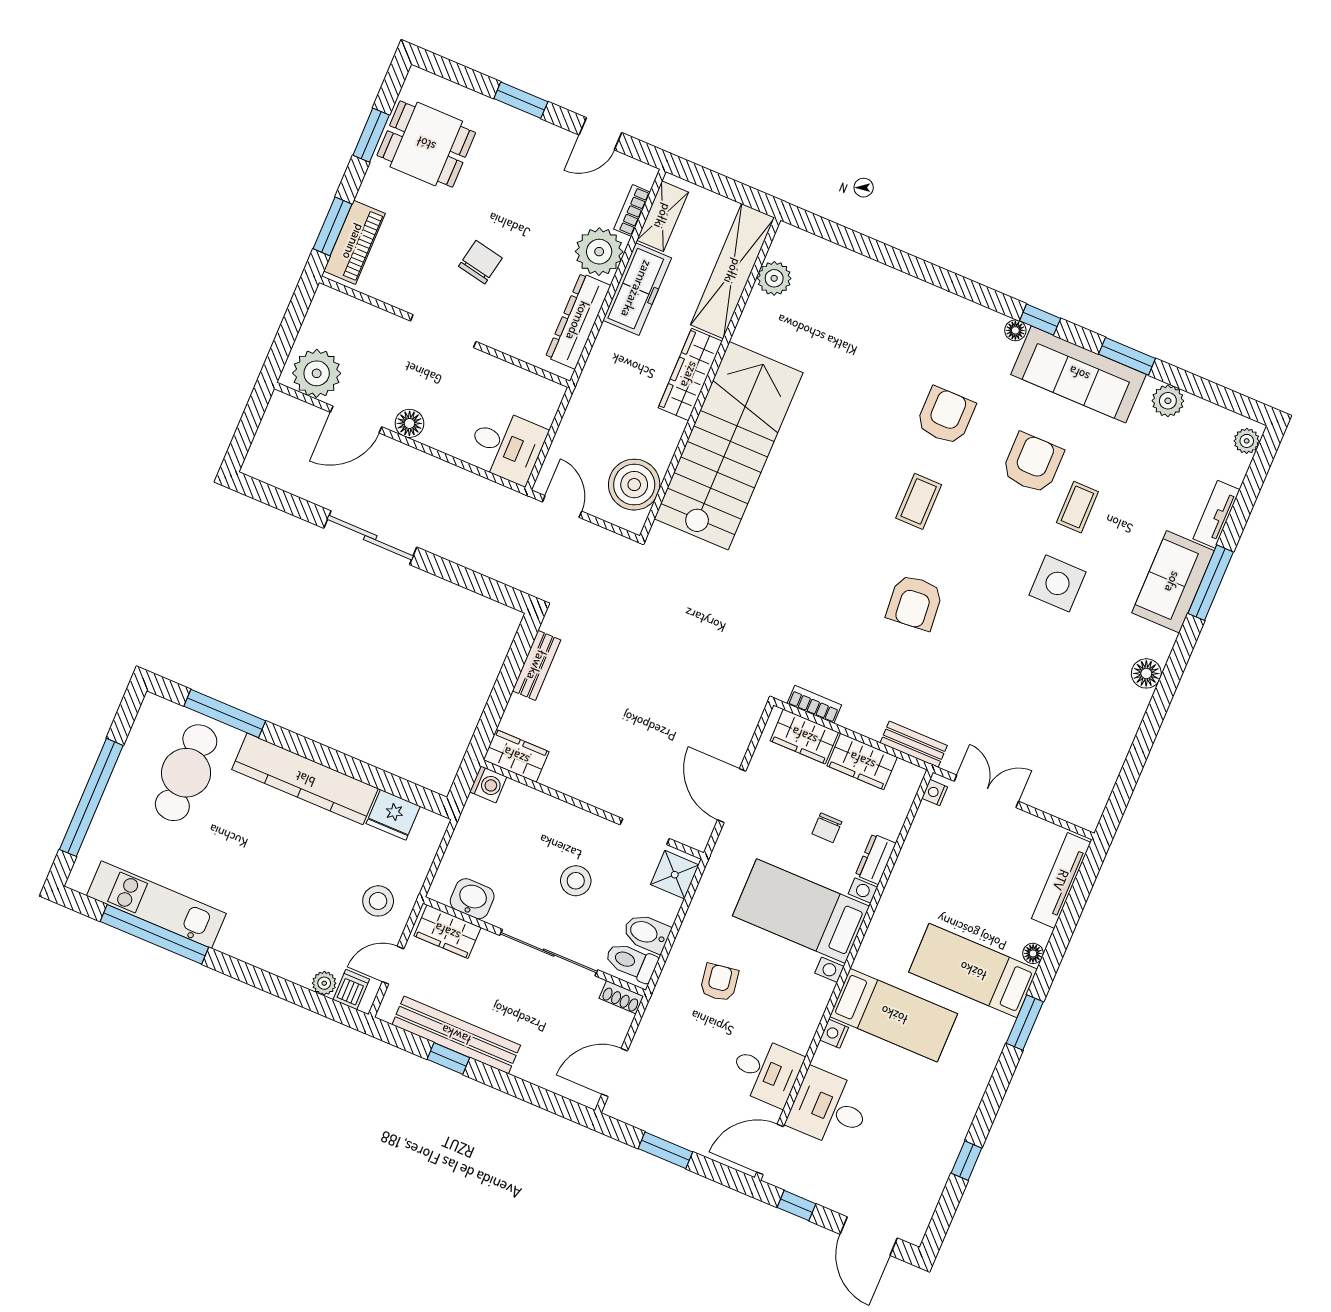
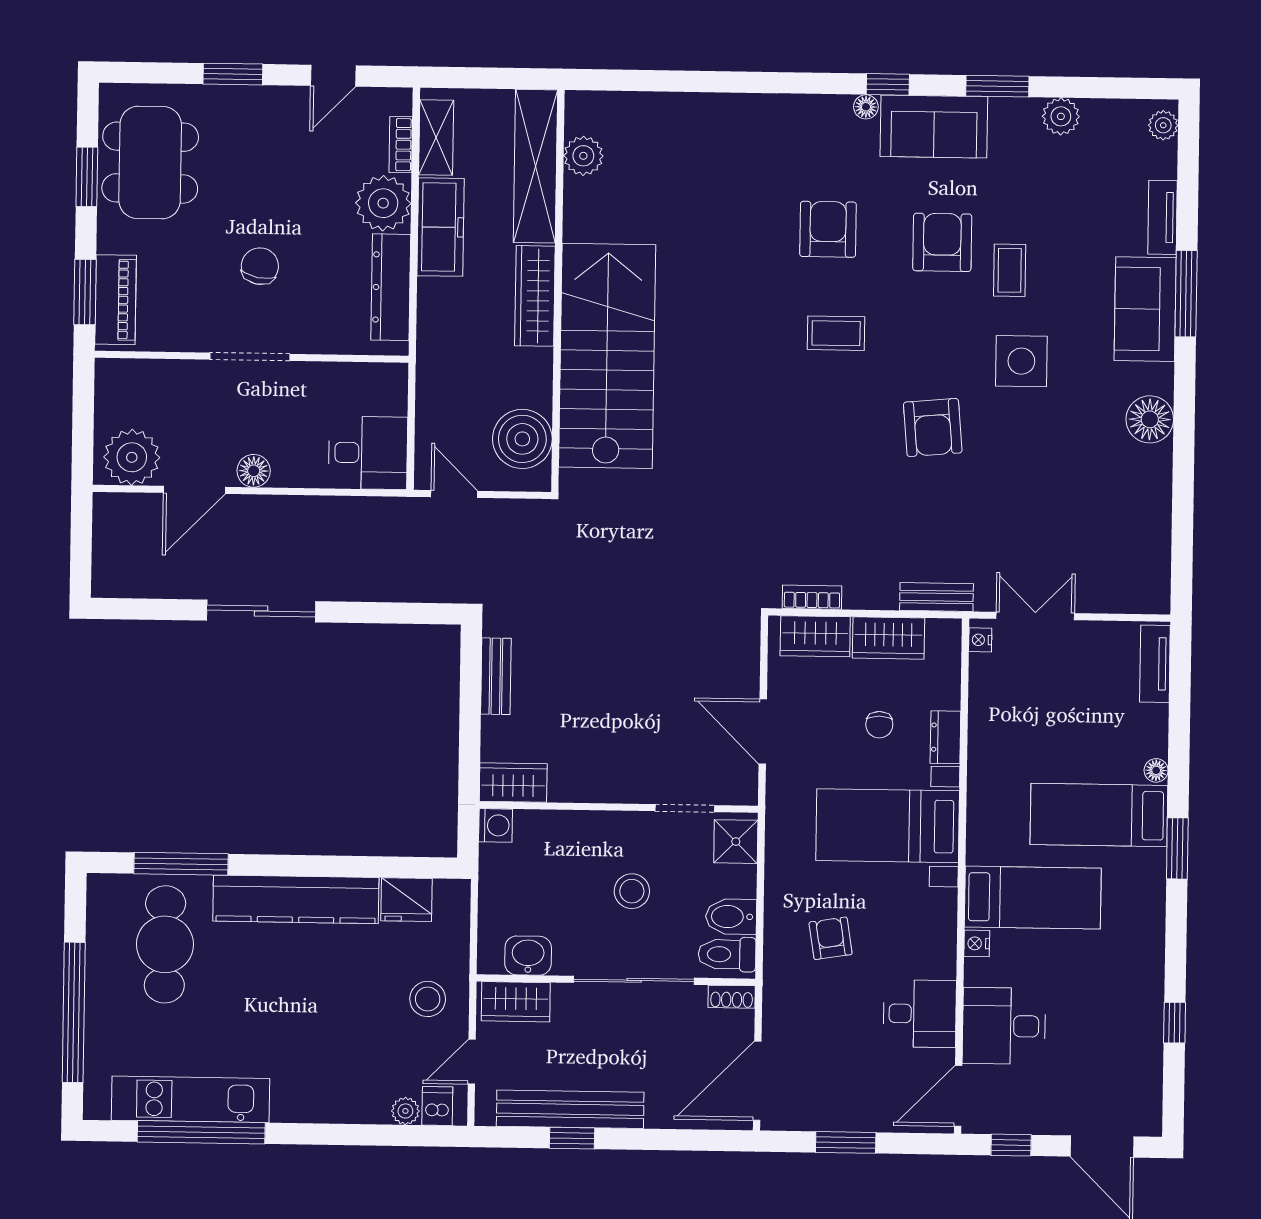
dining table: (426, 144) -> (150, 163), width x1.38
sofa: (1079, 374) -> (934, 127), width x0.73
coffee table: (919, 501) -> (836, 333), turned 90
armchair: (915, 602) -> (933, 427), moved
floor lamp: (1146, 673) -> (1150, 419), width x1.38, depth x1.38
tv unit: (1061, 880) -> (1155, 664), width x0.71
door: (615, 1072) -> (757, 1081), width x1.36

